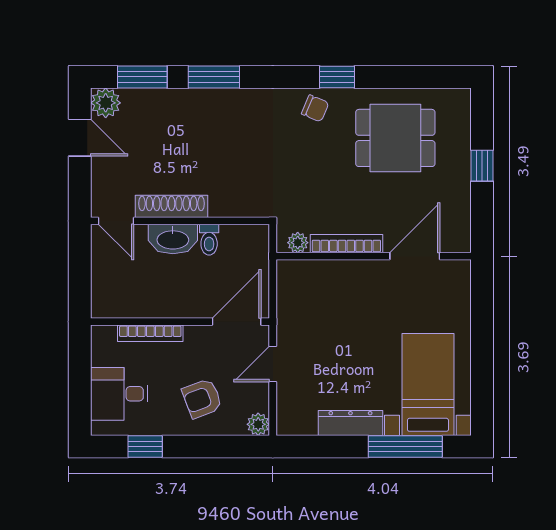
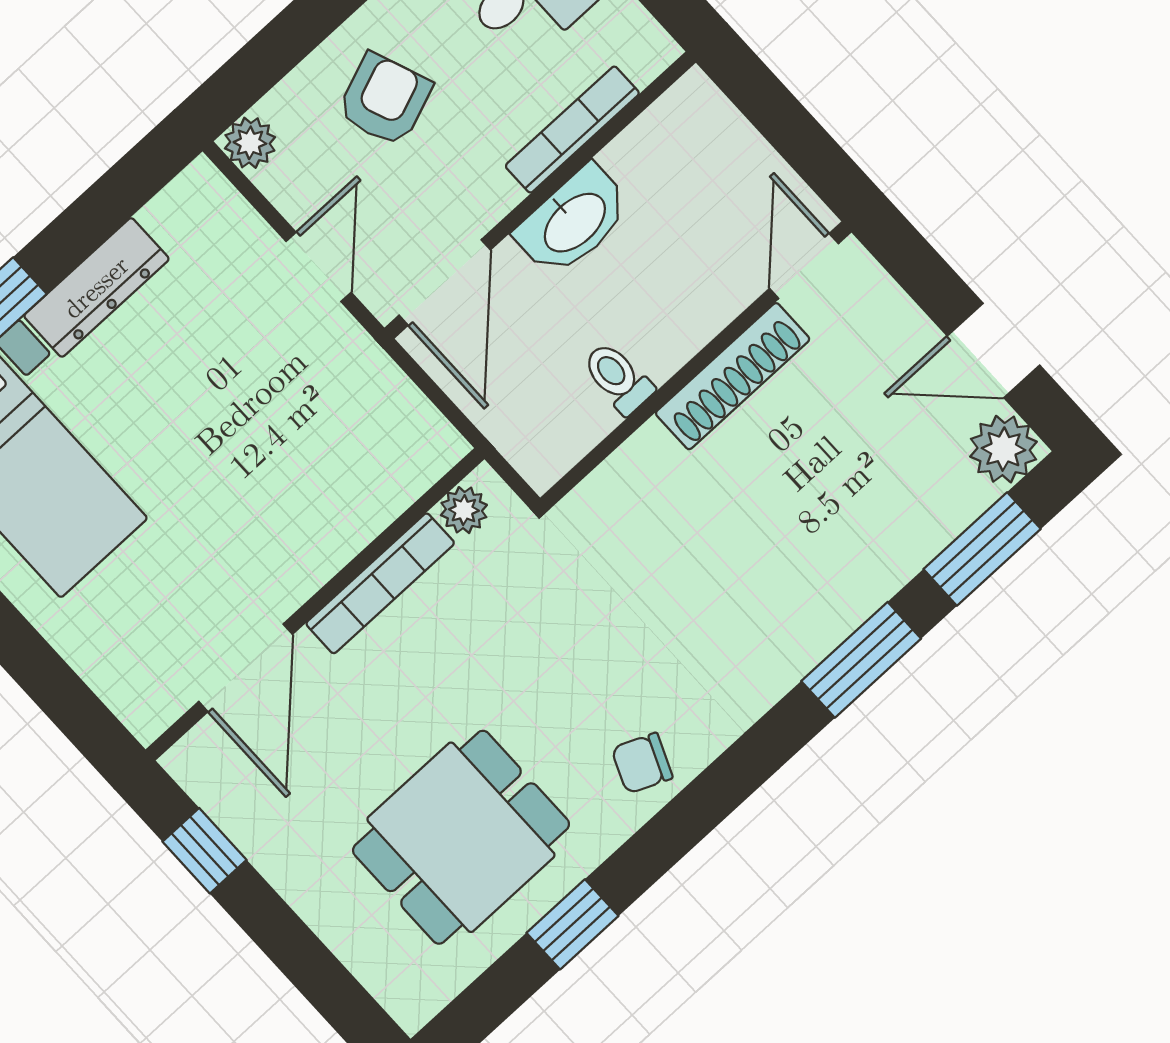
window: (337, 77) -> (572, 924), moved
window: (482, 166) -> (205, 851), moved
door: (116, 221) -> (804, 266), hinge flipped
washbasin: (173, 239) -> (573, 221), moved, turned 180

